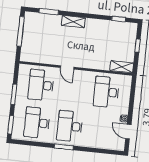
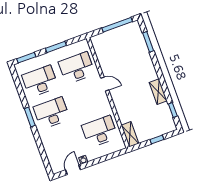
shelving: (73, 22) -> (158, 92), moved
door: (67, 67) -> (105, 84), swing flipped

